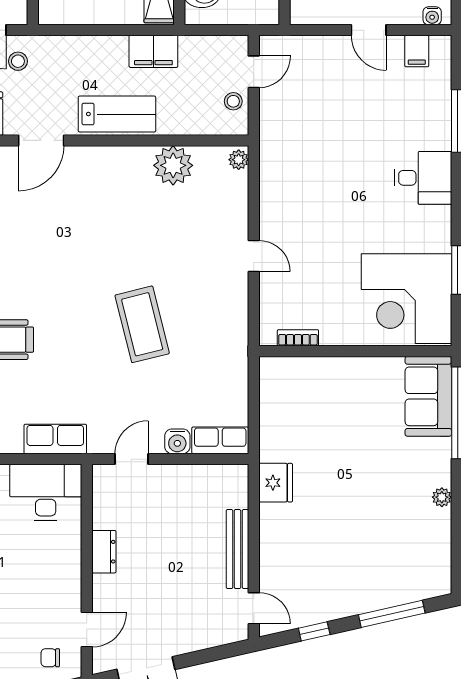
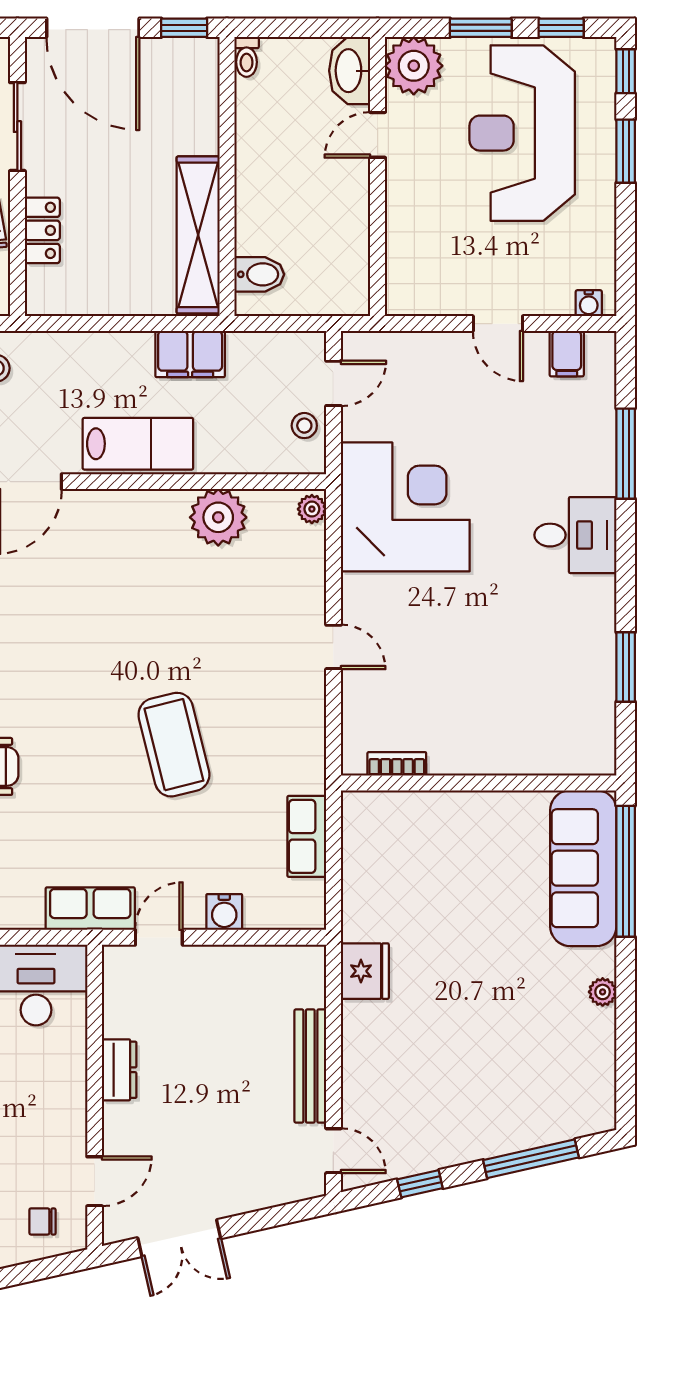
corner desk: (406, 299) -> (405, 507), moved, turned 180
sofa: (428, 396) -> (583, 868), width x1.36
row of seats: (55, 439) -> (90, 909), moved
row of seats: (220, 440) -> (307, 836), moved, turned -90

